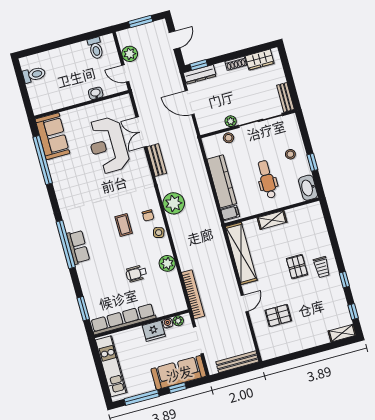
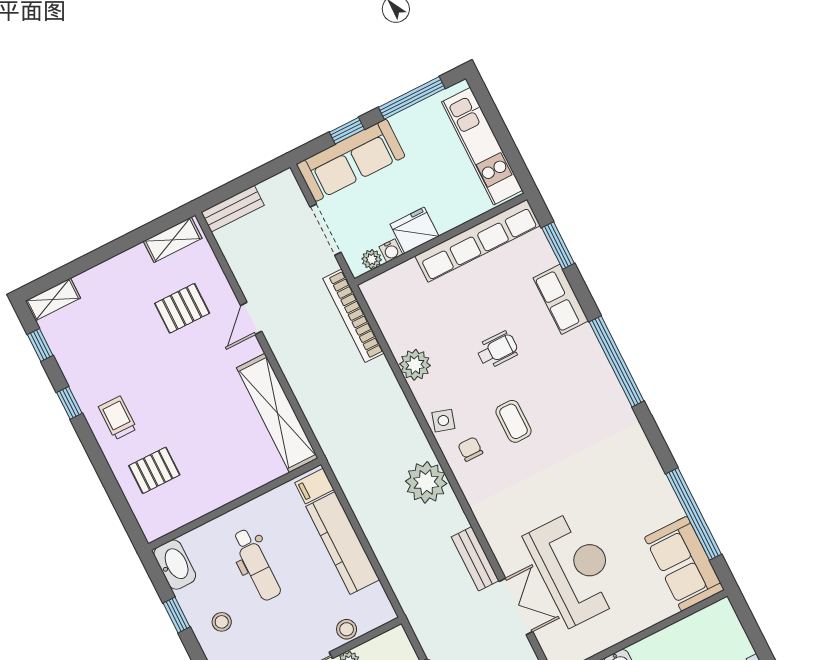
shelving: (272, 220) -> (173, 240), moved
row of seats: (78, 247) -> (561, 299), moved
pallet: (297, 267) -> (154, 470), moved, turned 90
wheelchair: (136, 274) -> (497, 350), moved
bench: (237, 362) -> (233, 209), width x0.73

